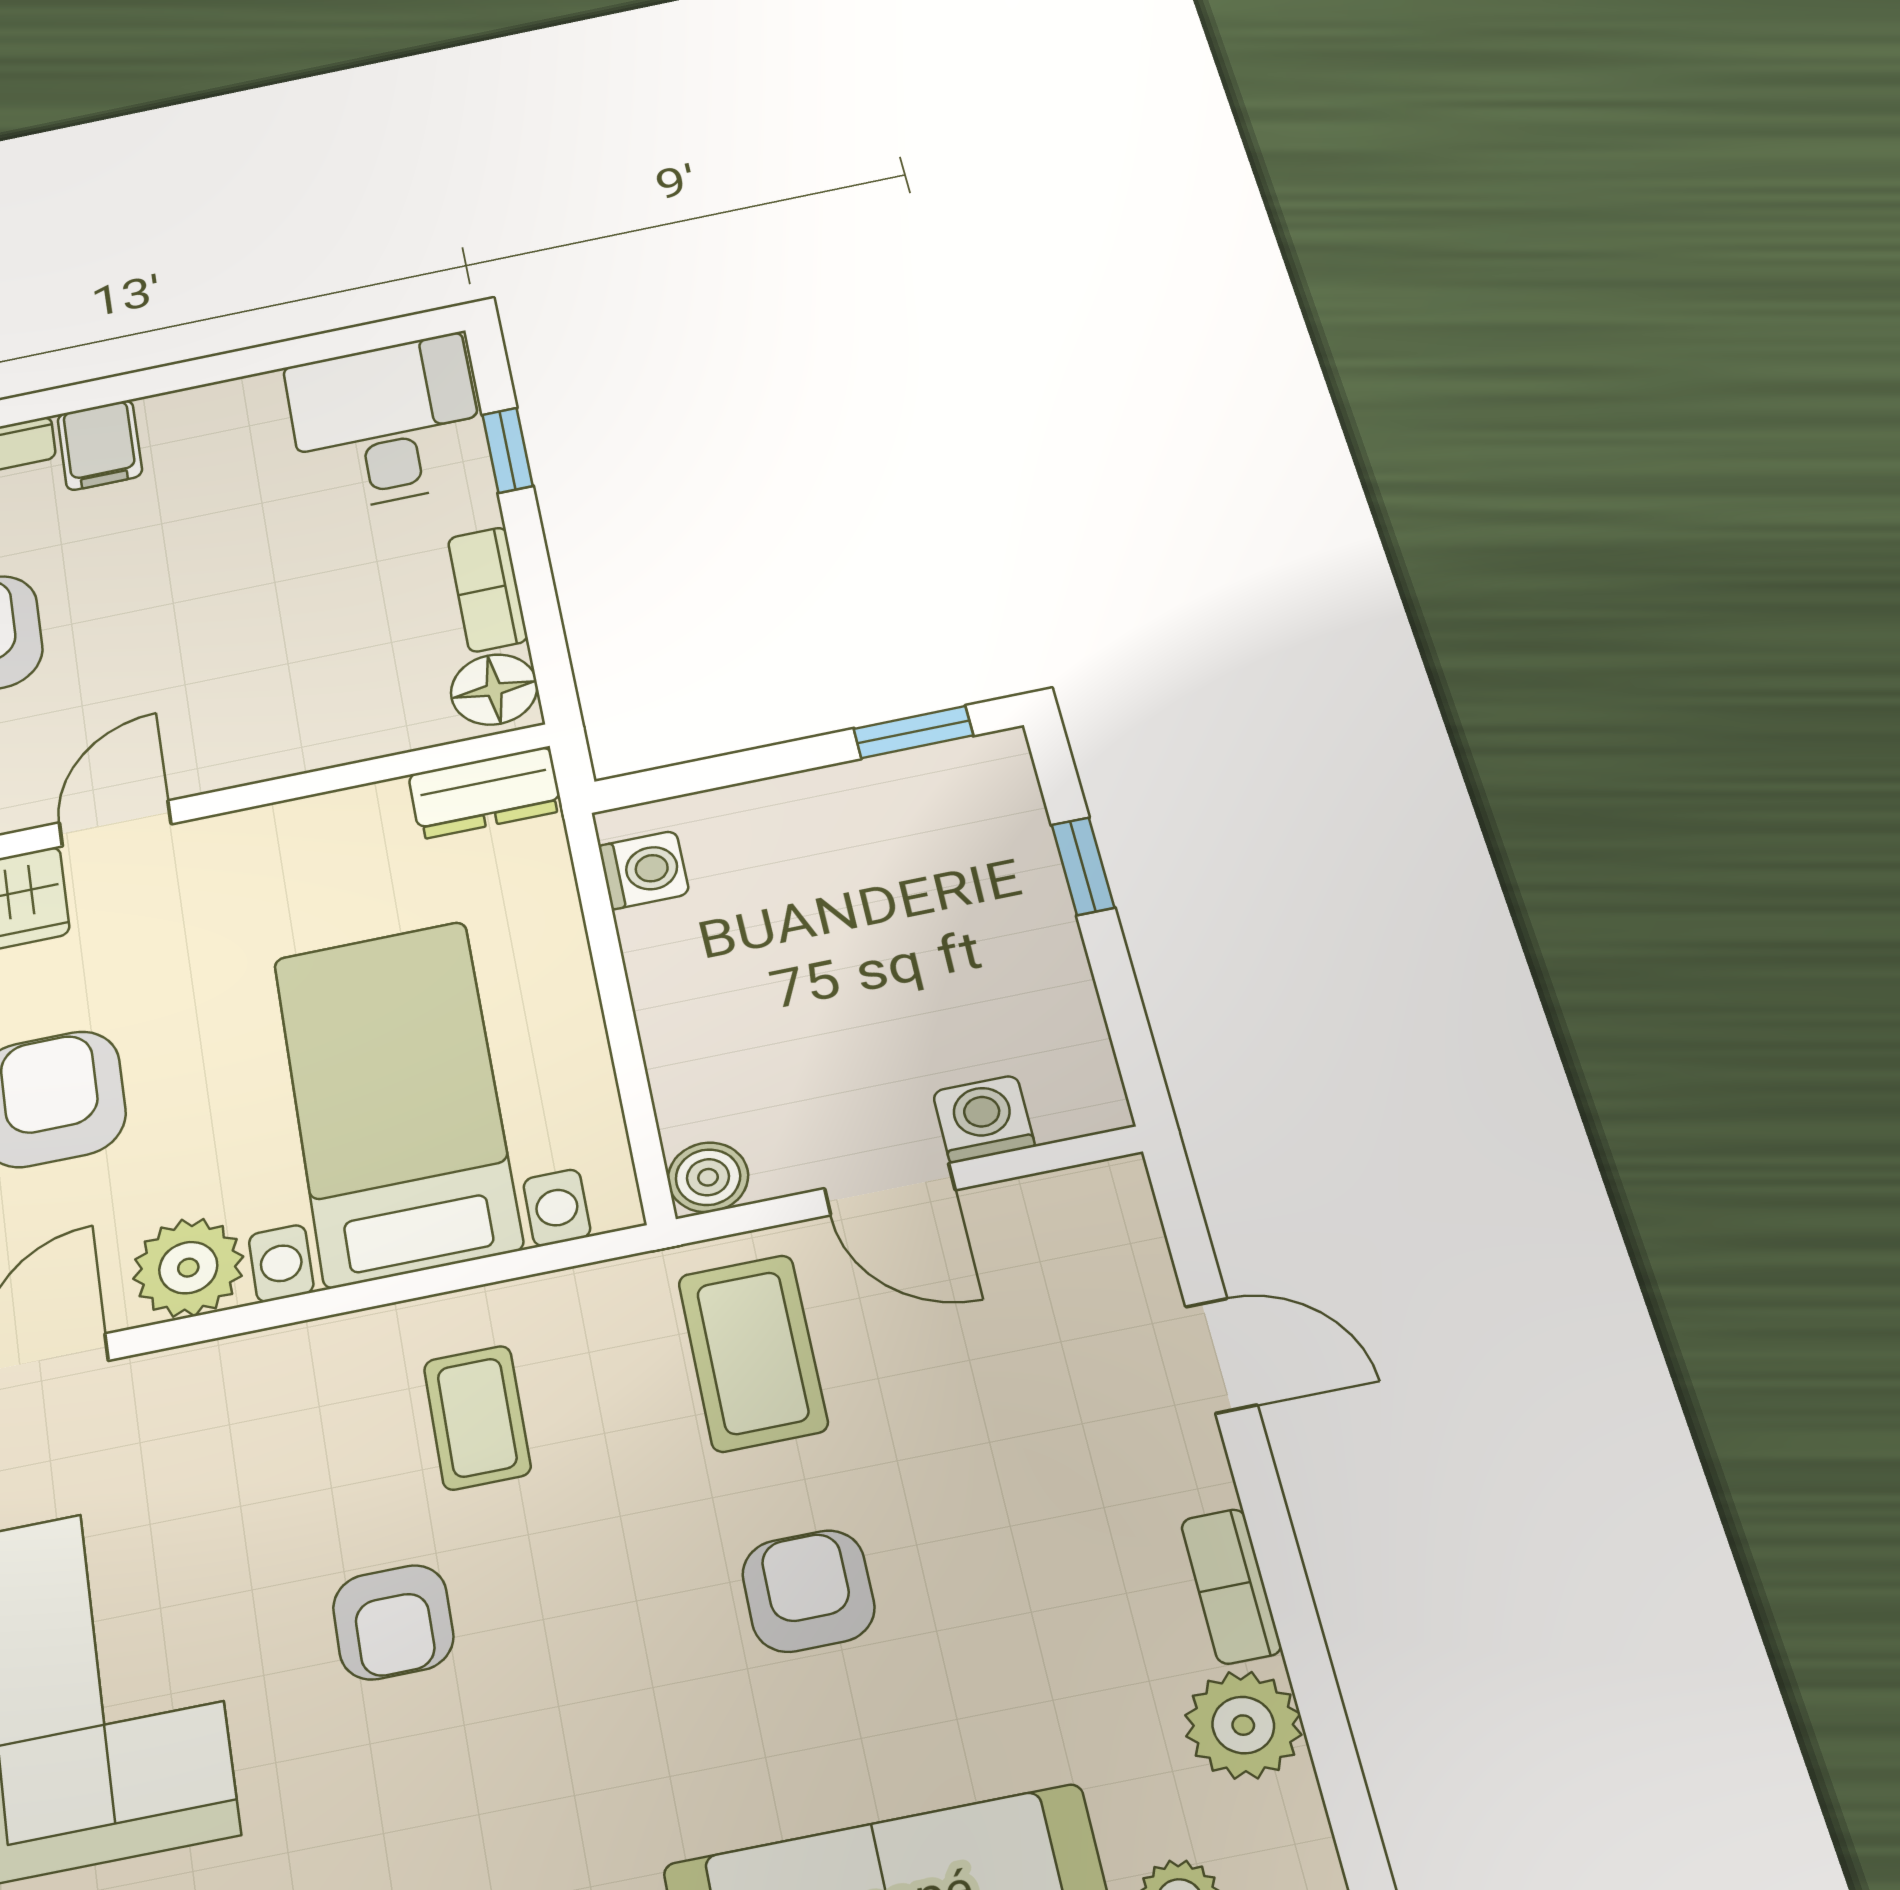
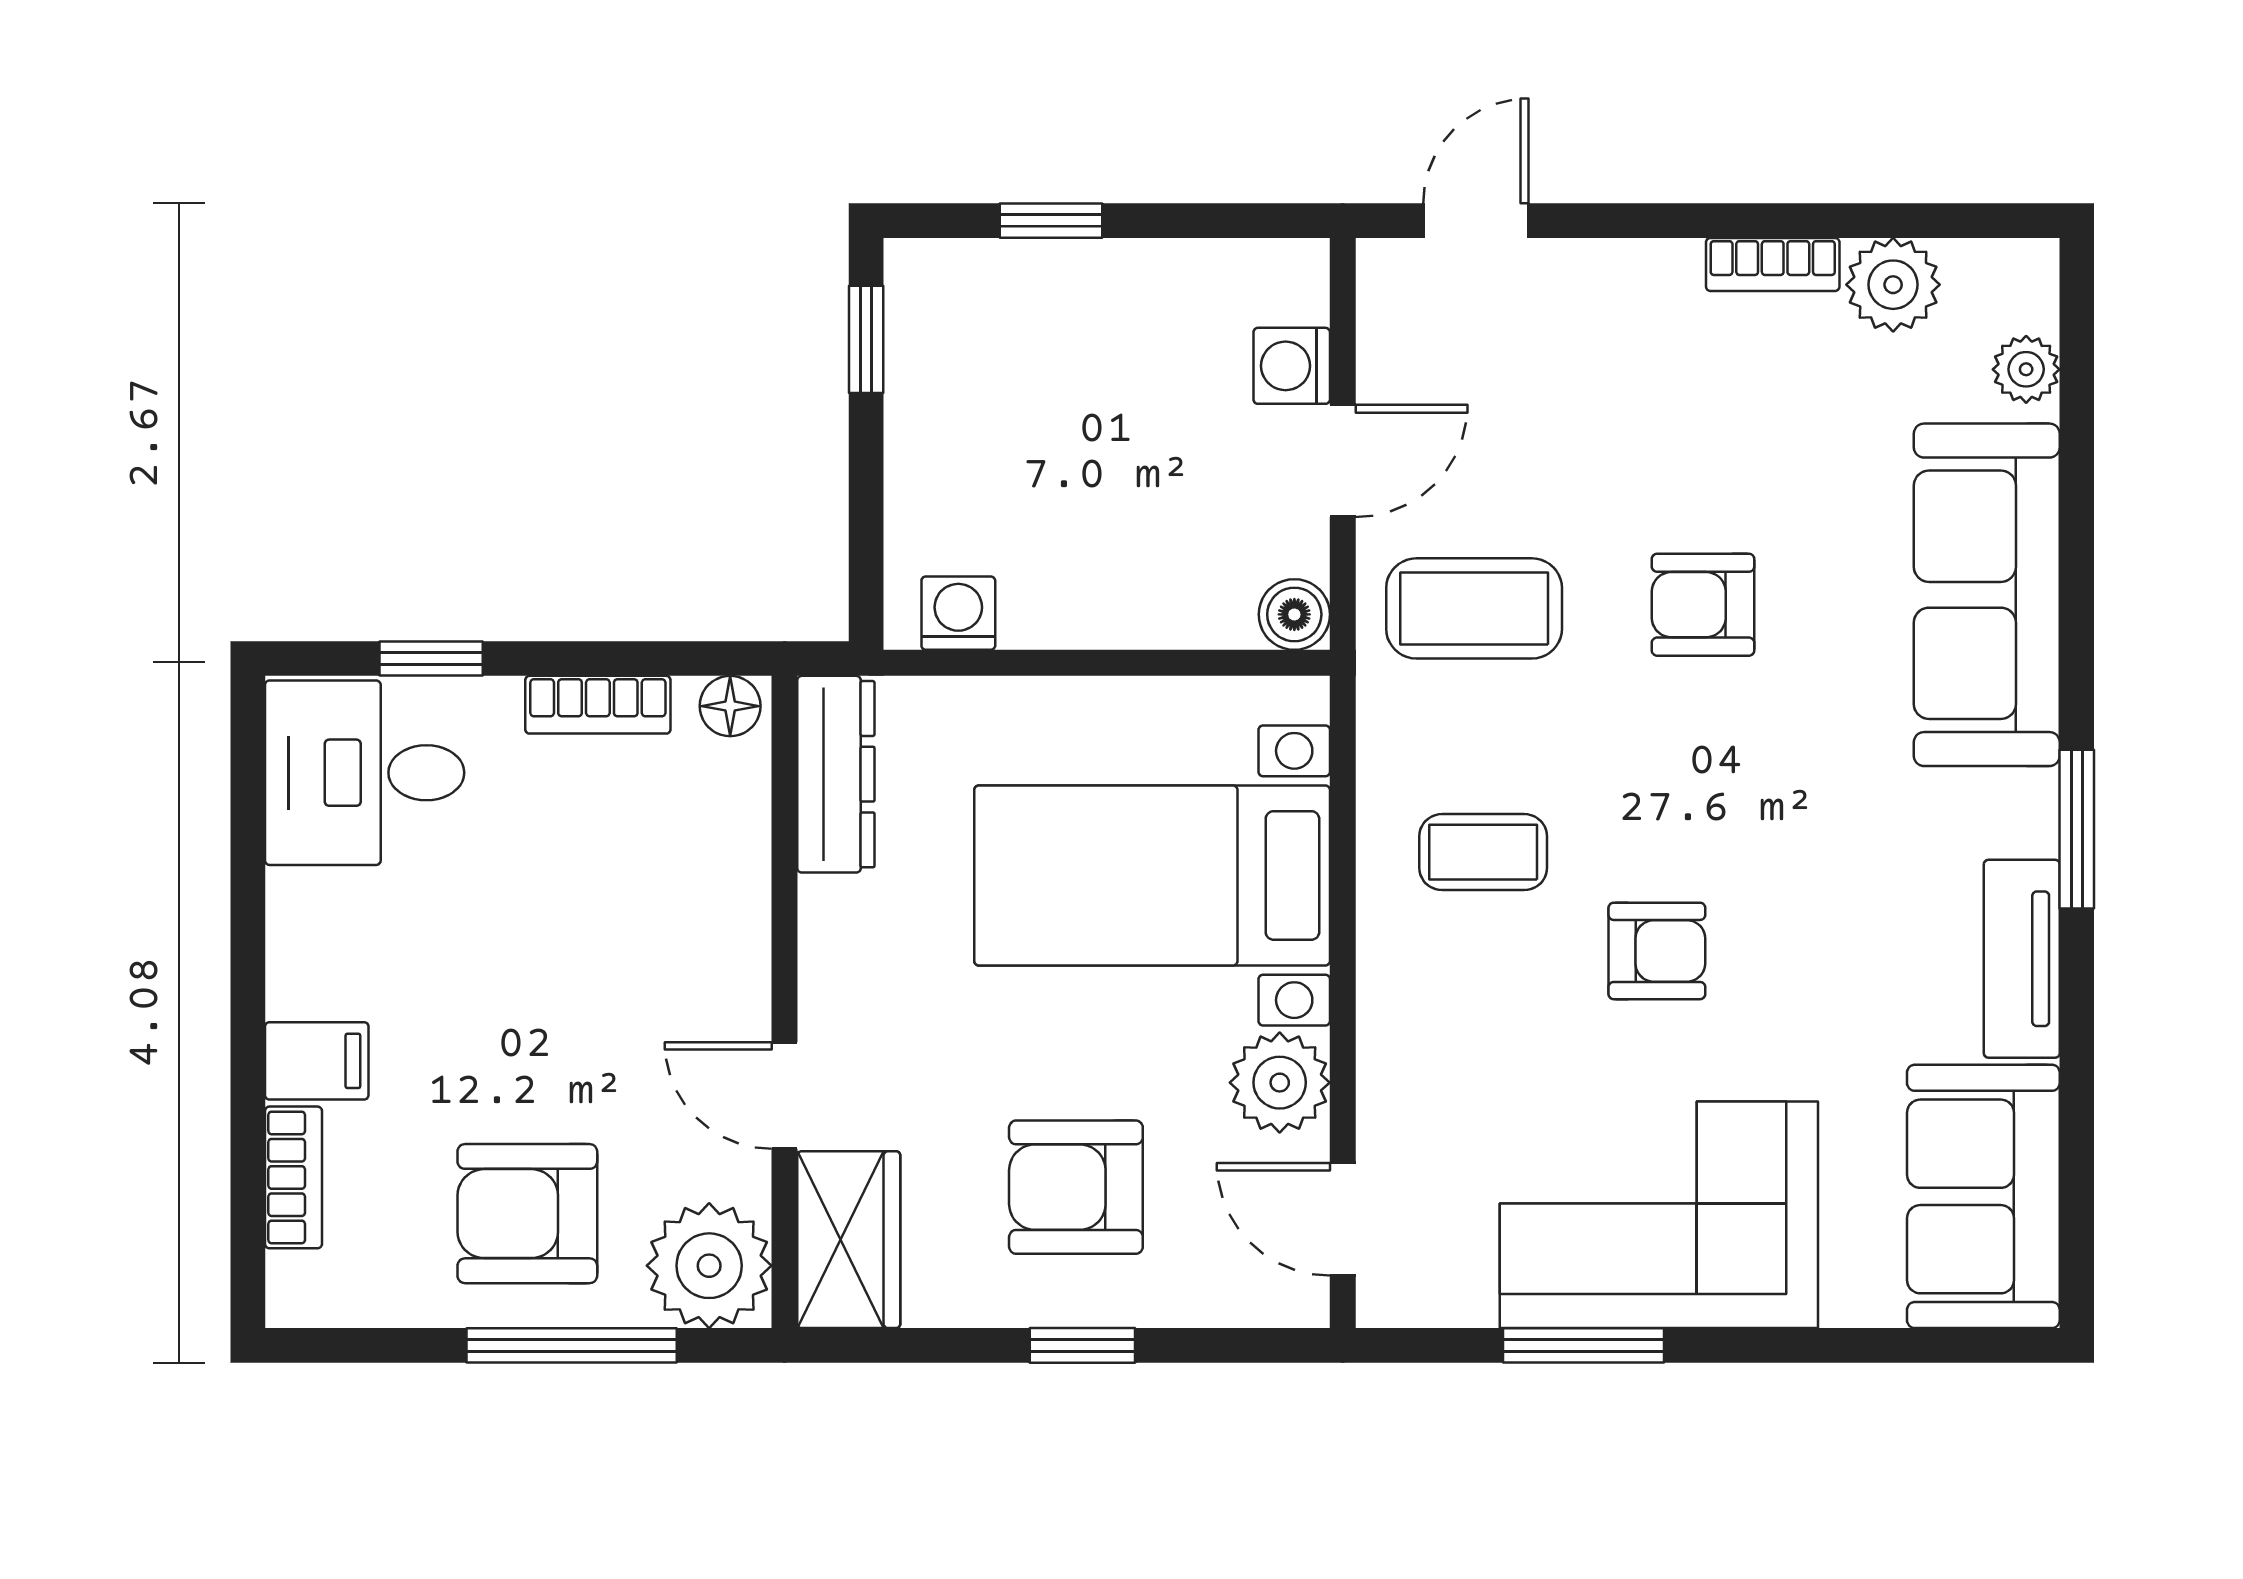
floor lamp: (494, 690) -> (730, 706), width x0.73, depth x0.73
dresser: (485, 793) -> (836, 774), width x1.44
door: (1221, 1355) -> (1476, 221), moved

